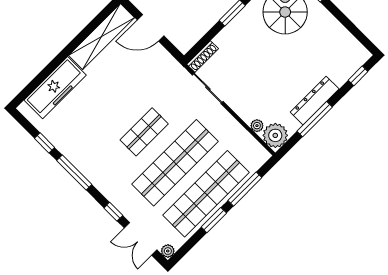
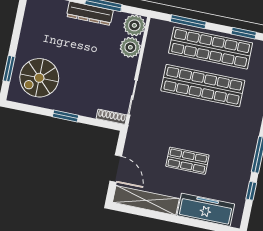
plant: (257, 126) -> (130, 47), width x1.87, depth x1.87
shop shelf: (144, 132) -> (187, 161), moved
window: (214, 220) -> (244, 33), moved

